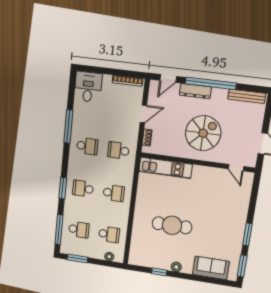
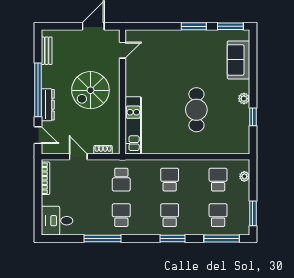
bench: (247, 96) -> (47, 51), width x0.73
spiral stairs: (203, 133) -> (90, 90), turned -90
school desk: (83, 189) -> (170, 215), turned 180

